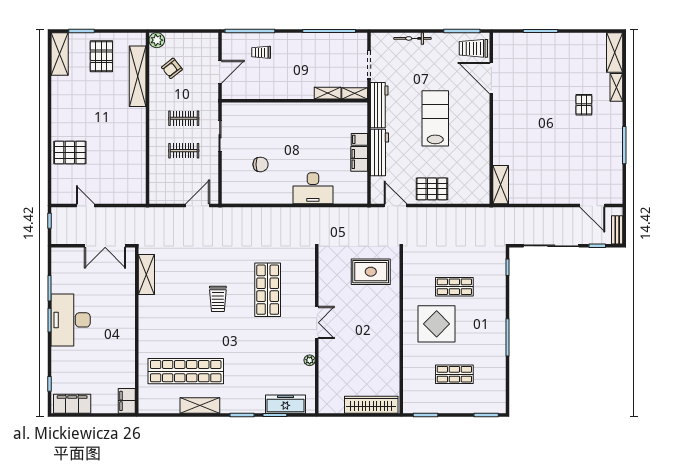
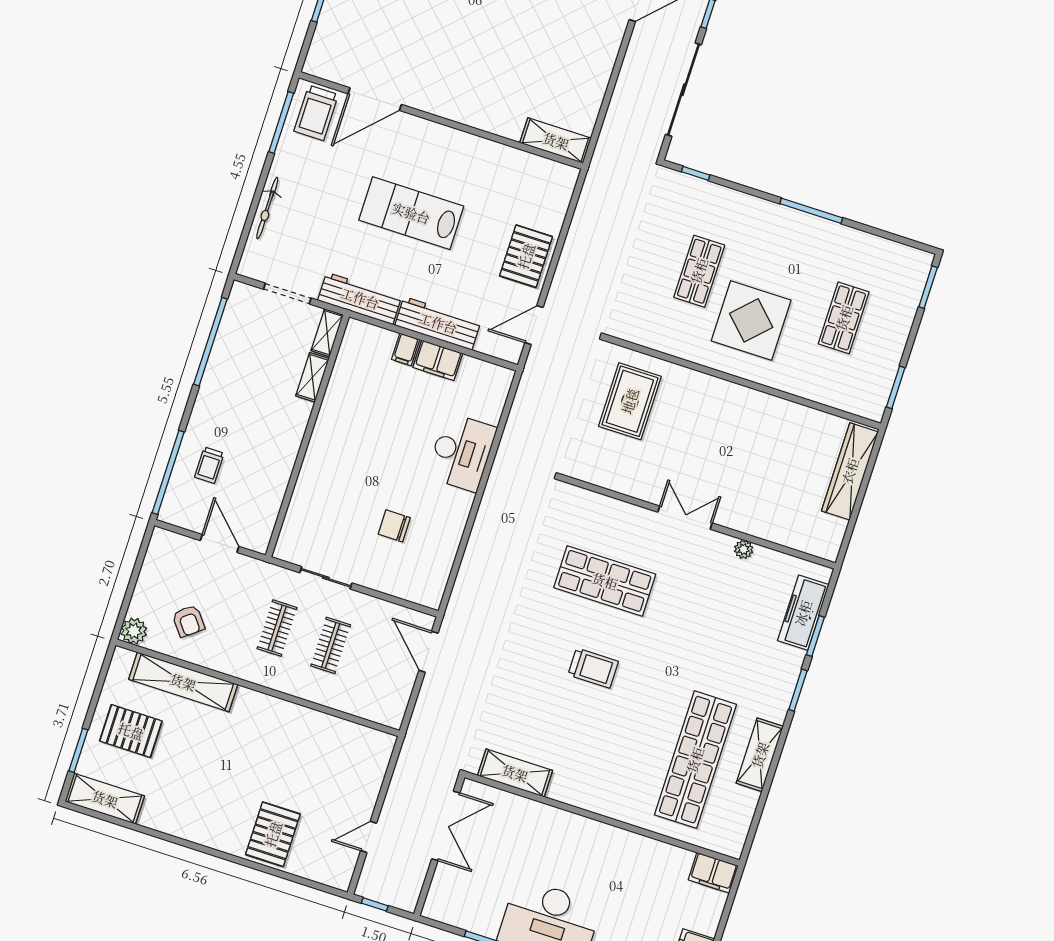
chair: (261, 164) -> (394, 526), turned -90

